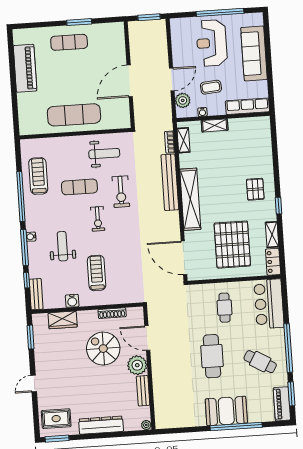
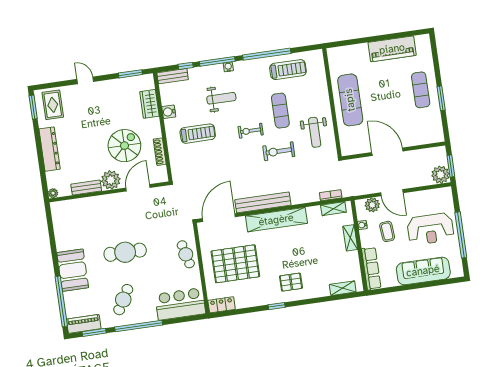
plant: (157, 29) -> (440, 175), added
reception desk: (212, 43) -> (430, 229), turned 180
bench: (170, 182) -> (263, 202), moved
shelving: (272, 235) -> (343, 288), moved
cafe table: (225, 308) -> (186, 254), moved, turned 75
window: (236, 426) -> (61, 301), moved

